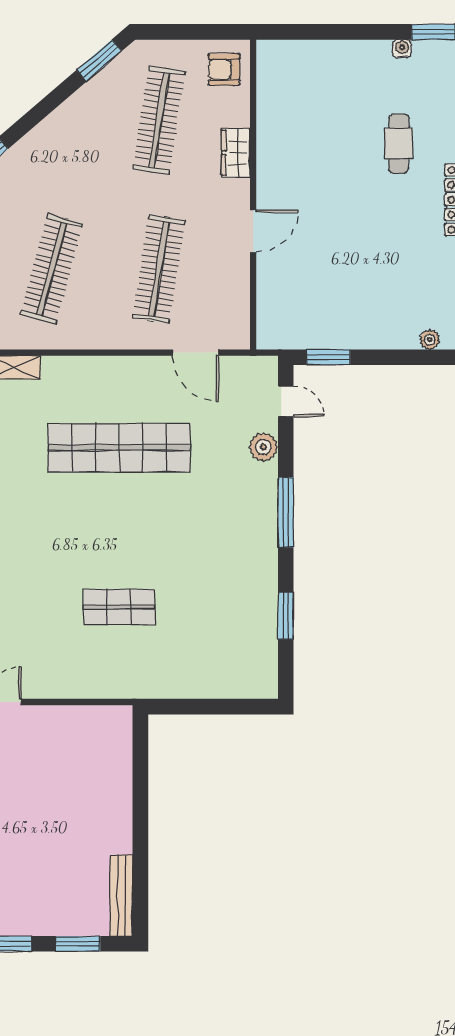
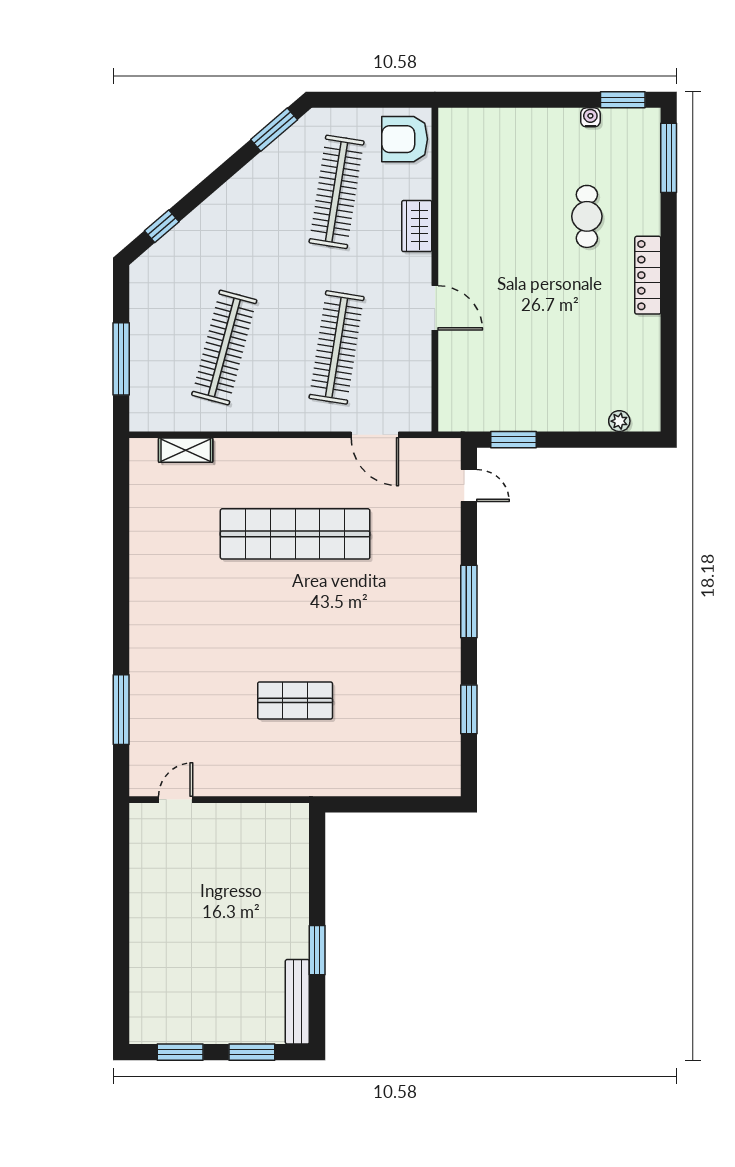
armchair: (224, 70) -> (405, 139), width x1.38, depth x1.38
door: (253, 231) -> (435, 308), hinge flipped
plant: (264, 447) -> (446, 533), removed
window: (140, 846) -> (317, 950), added

